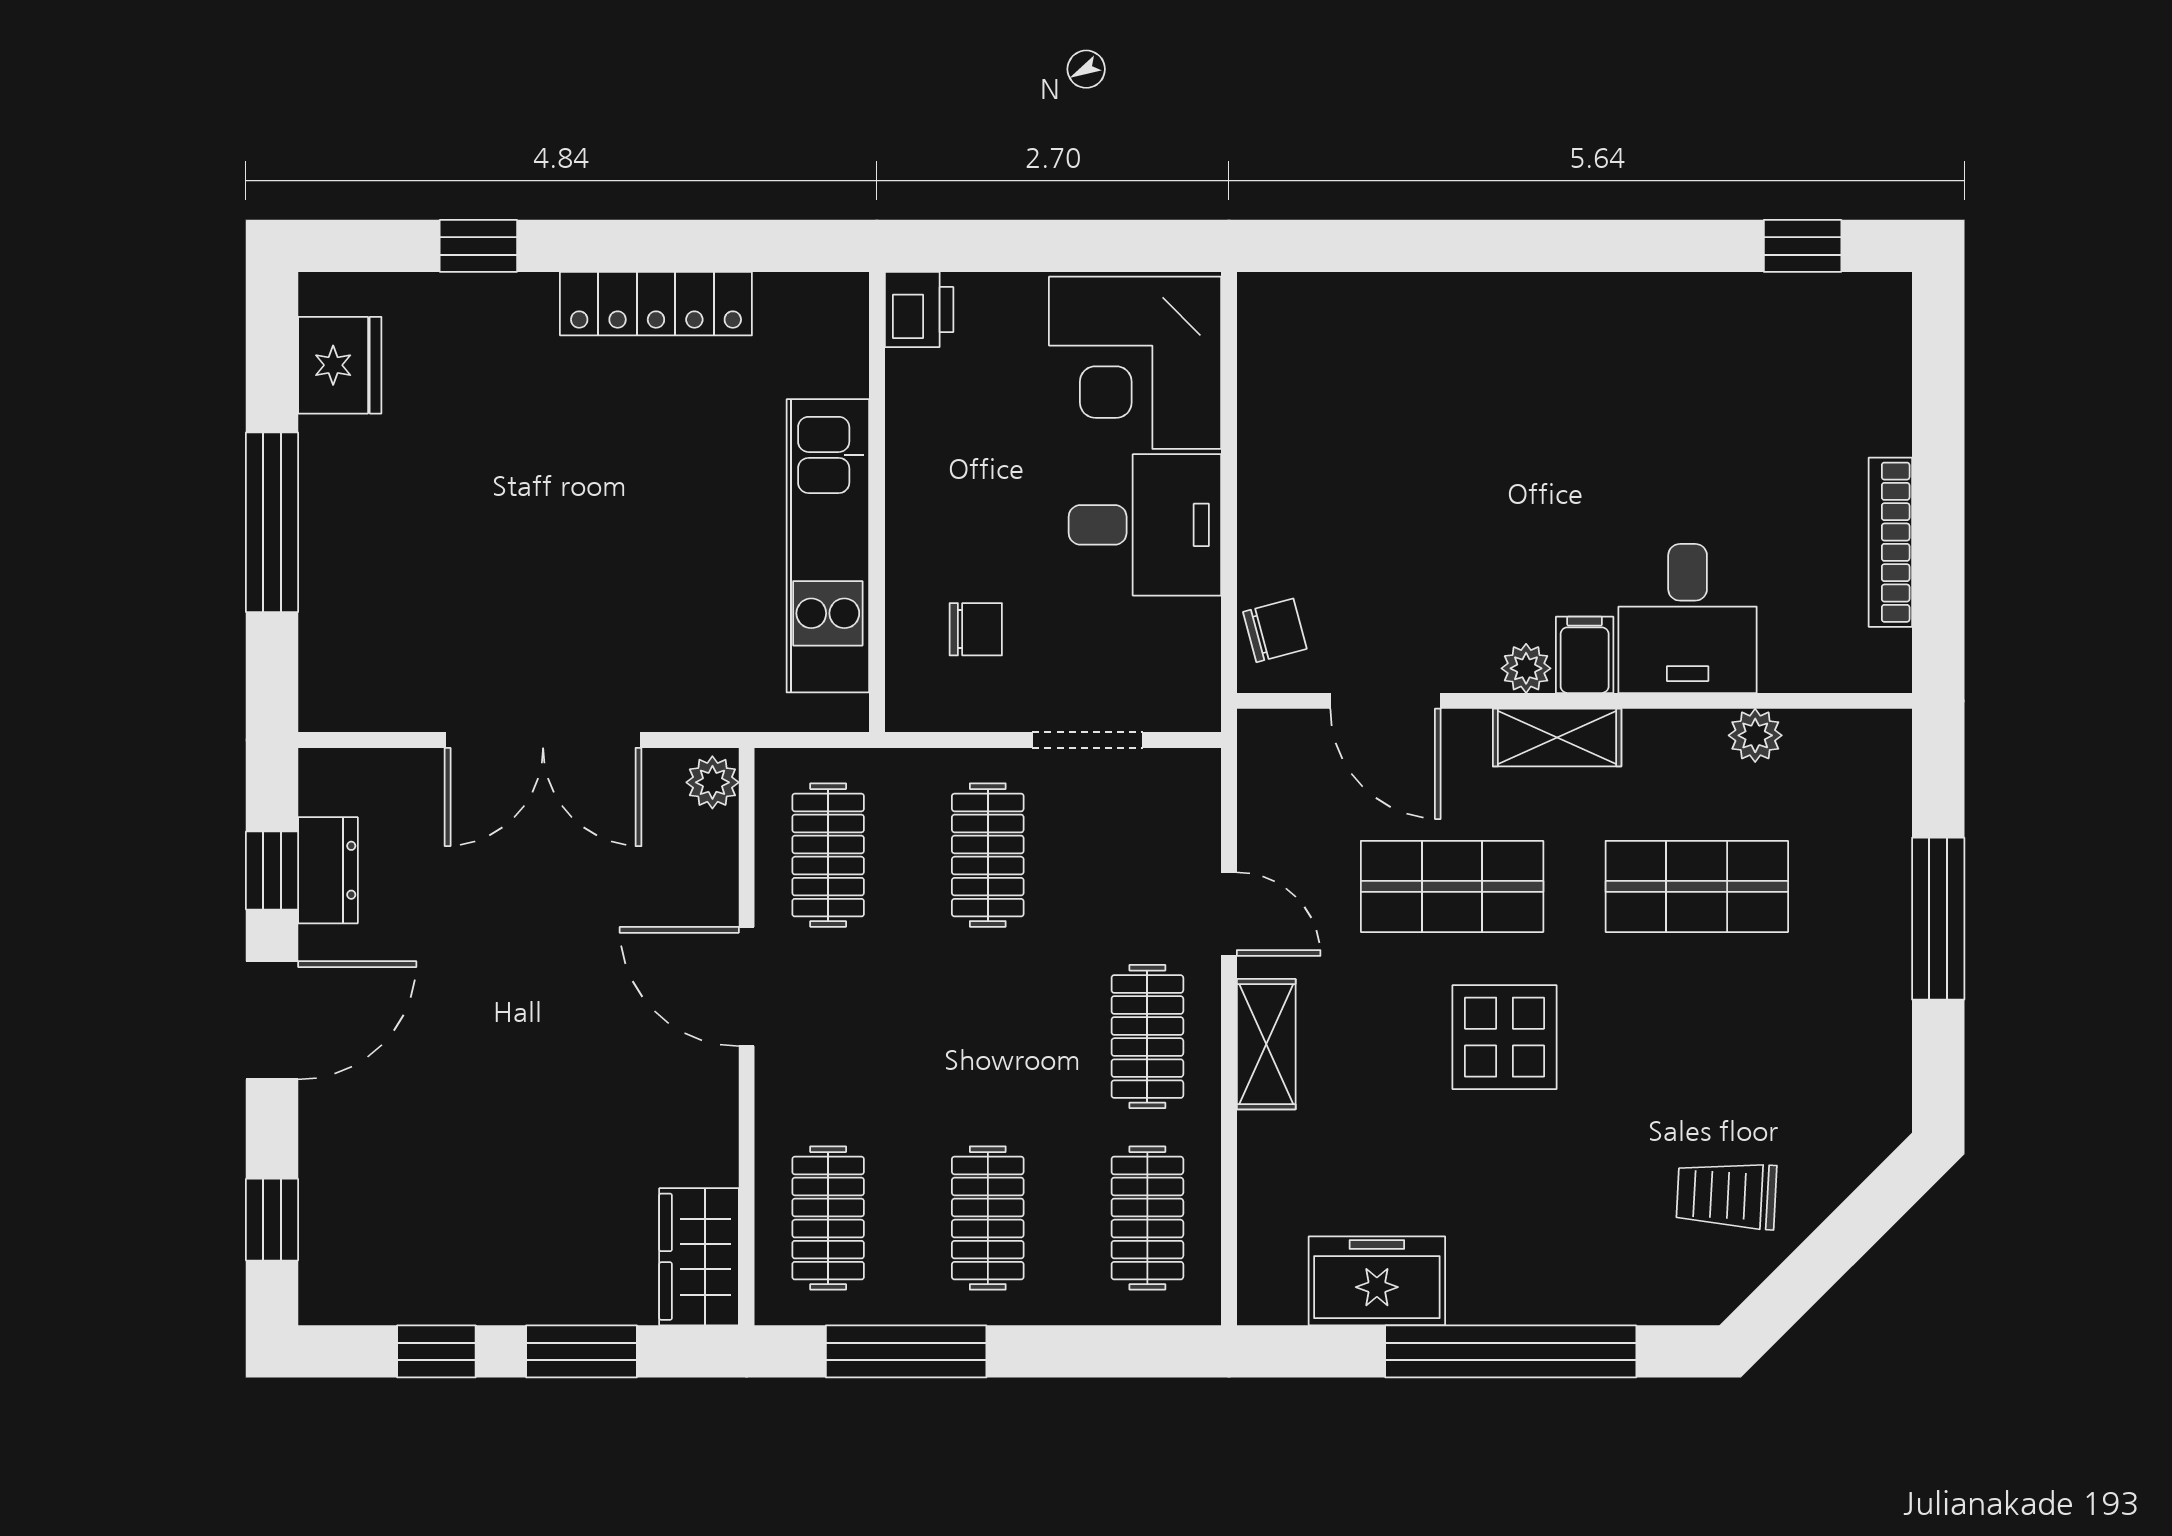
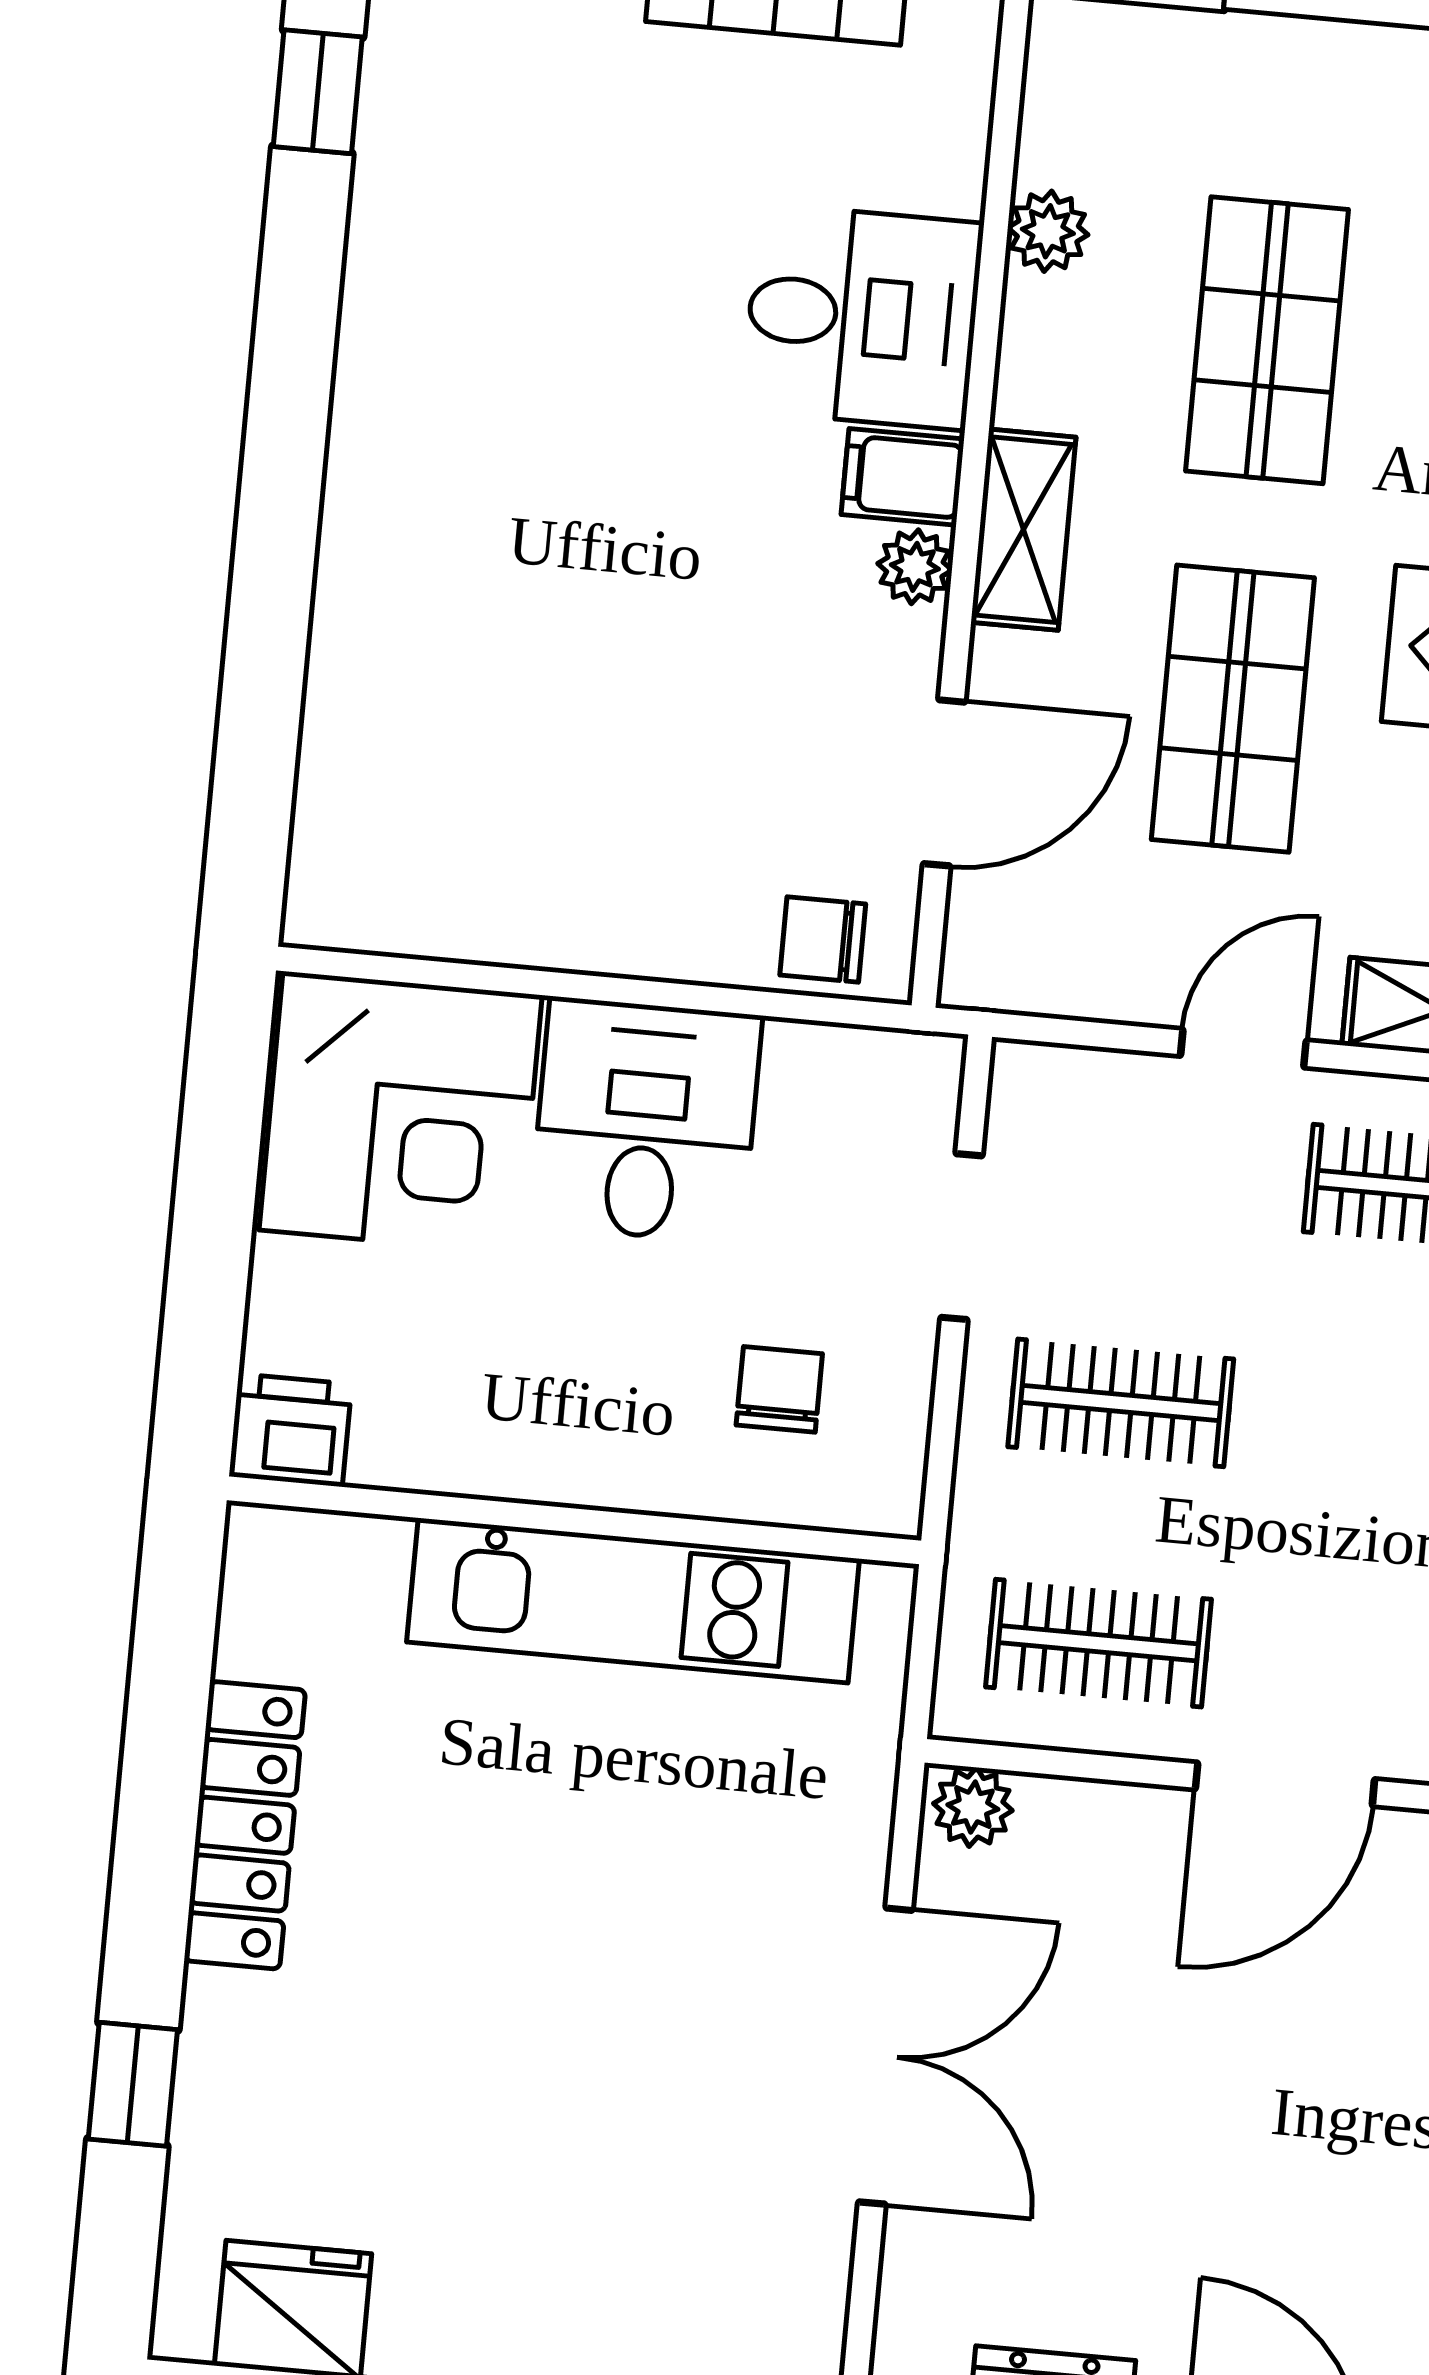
chair: (1275, 630) -> (823, 939), turned -75

